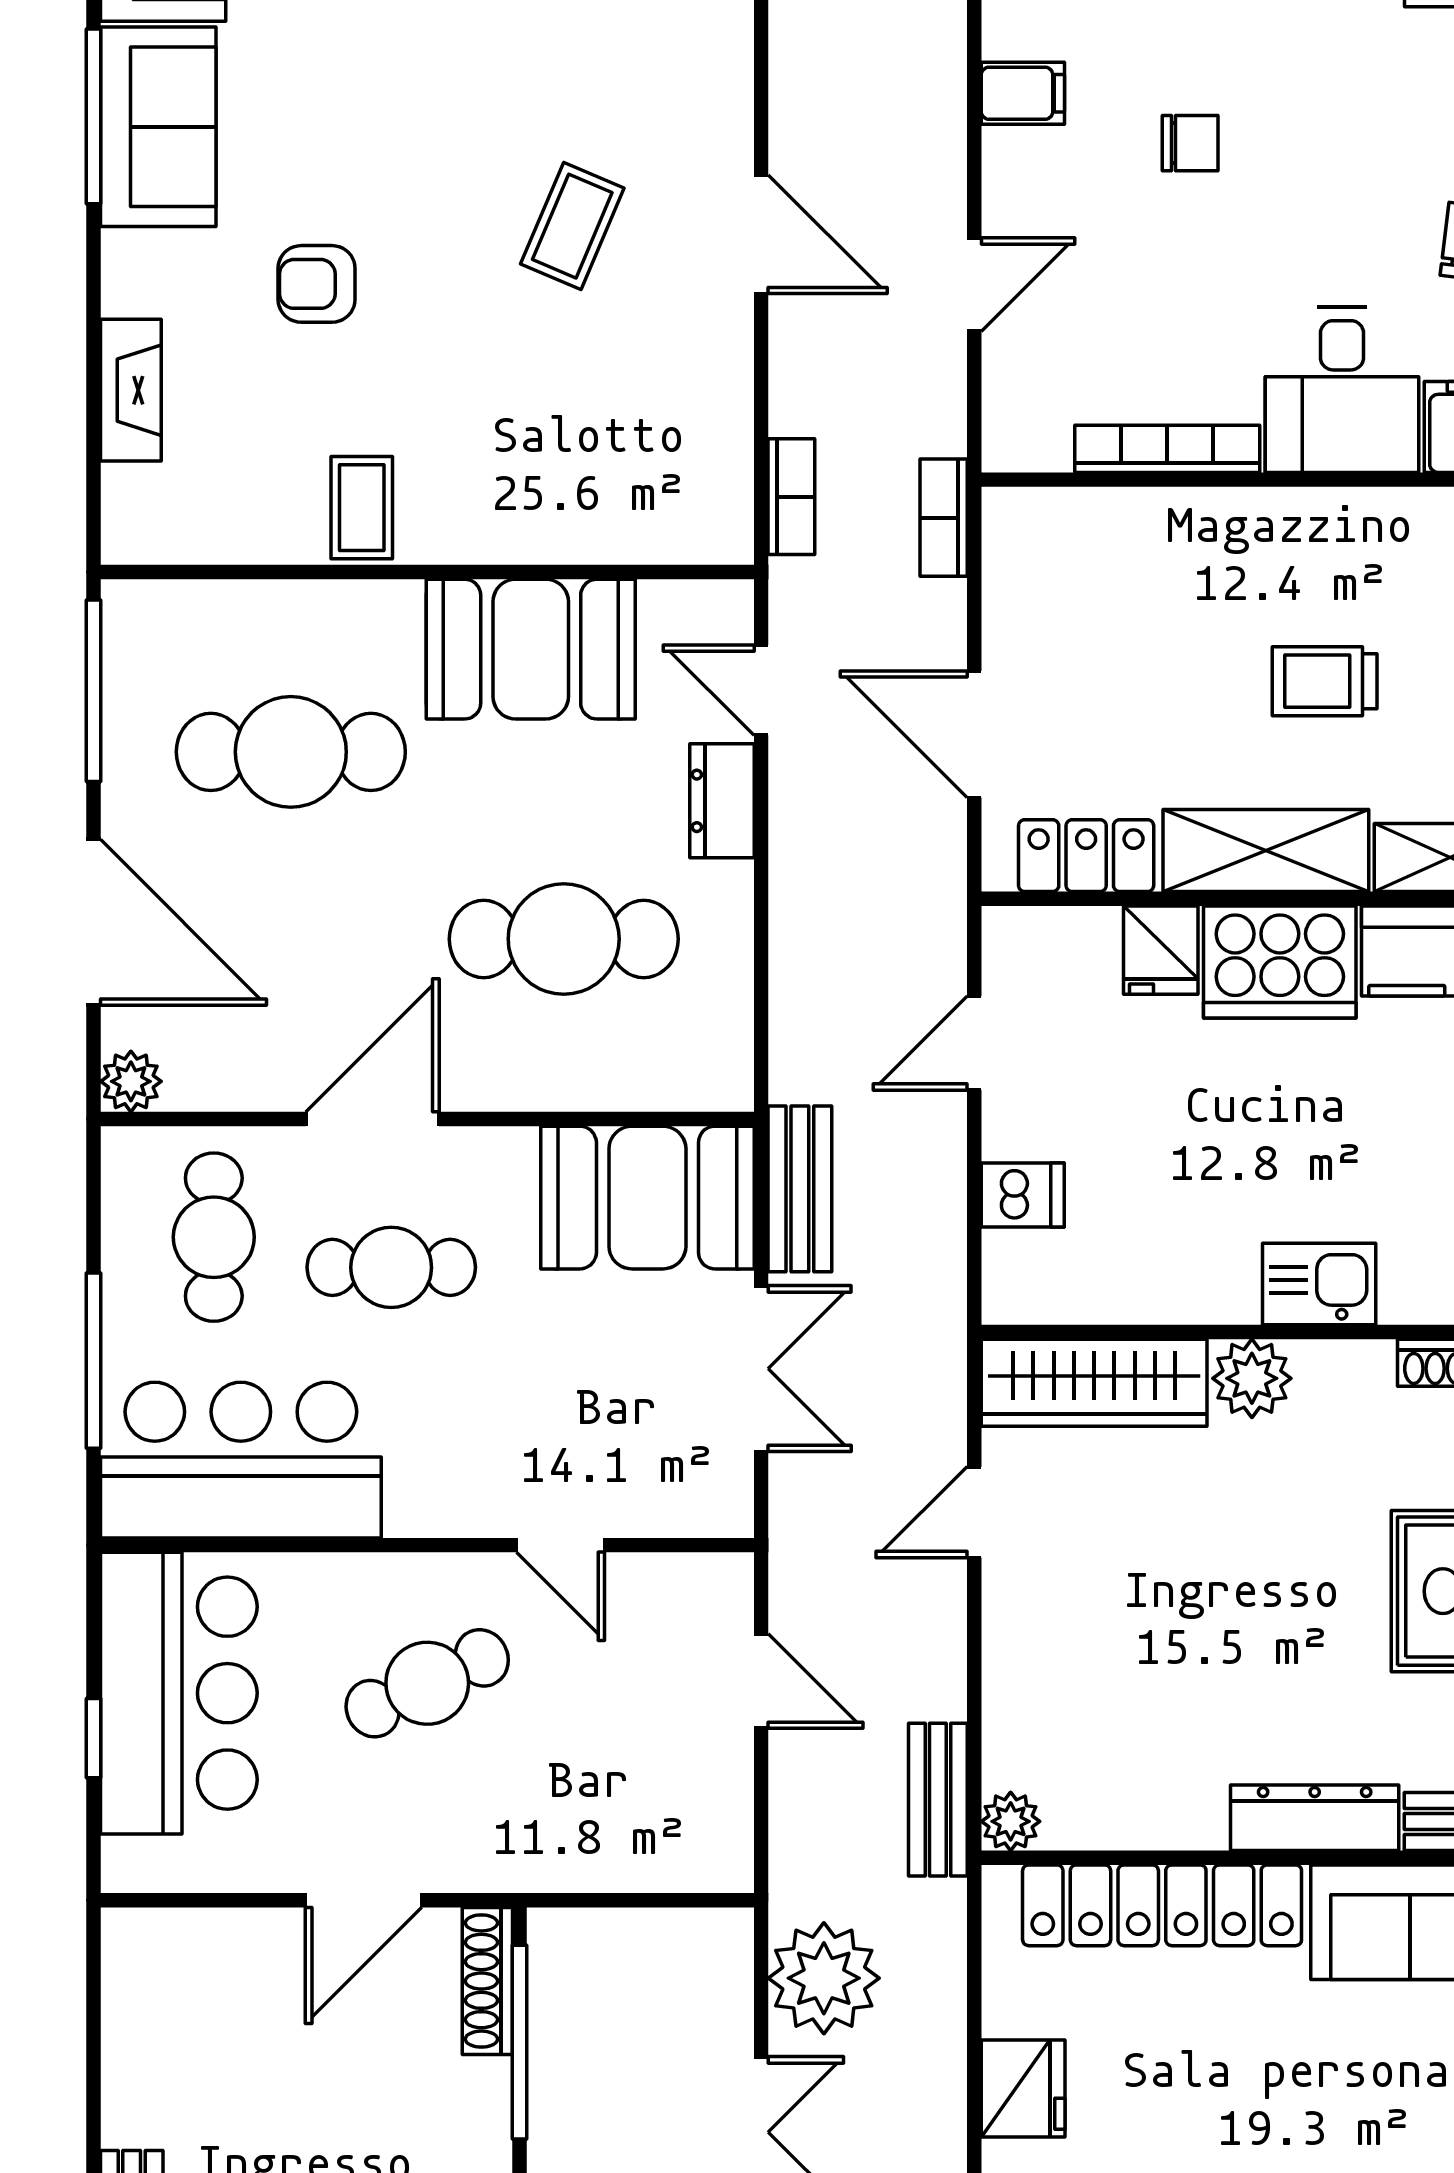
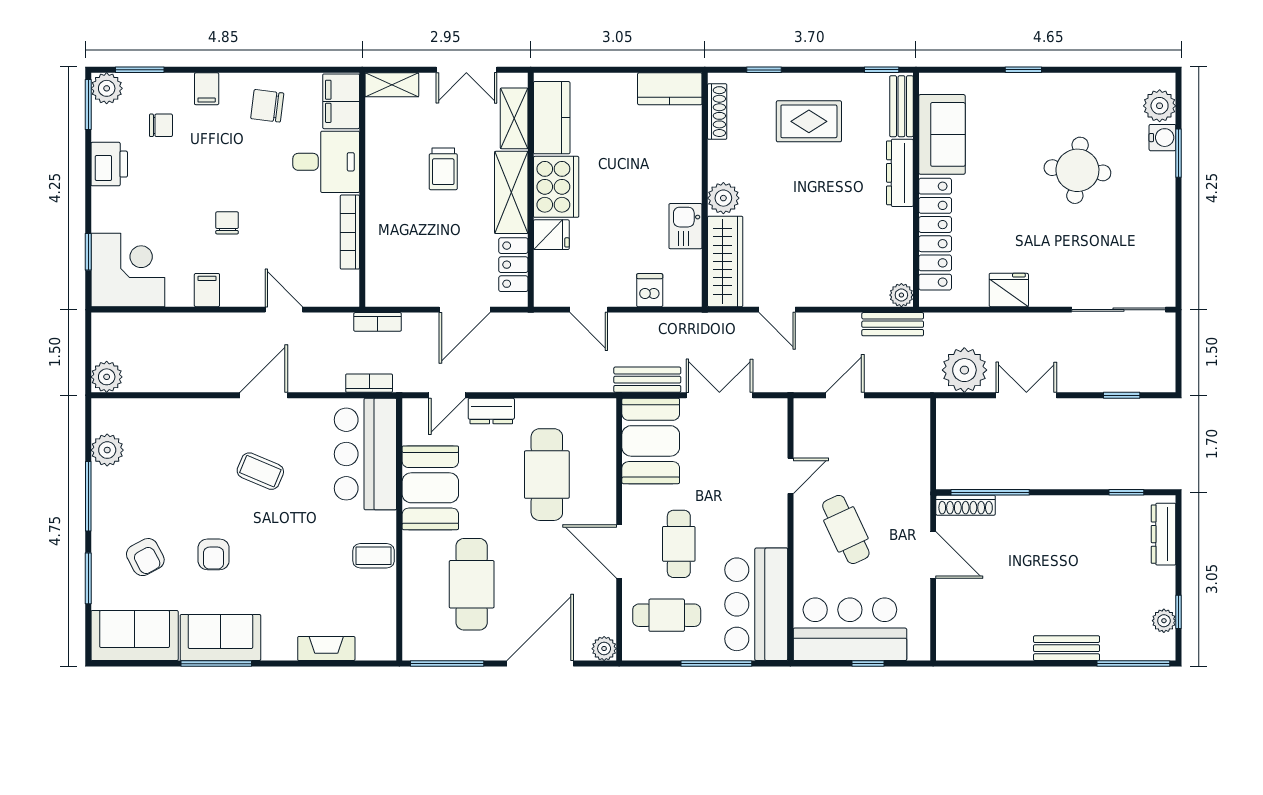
armchair: (317, 284) -> (214, 554), moved
bar counter: (615, 488) -> (365, 454), added
kitchen sink: (1319, 1284) -> (685, 226), moved

